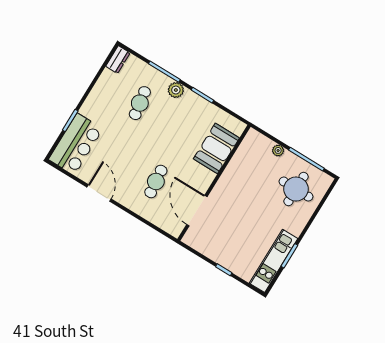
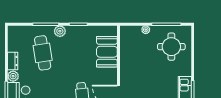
dresser: (118, 60) -> (13, 61), moved
cafe table: (140, 103) -> (43, 53), width x1.37, depth x1.35
plant: (88, 109) -> (13, 76), added

